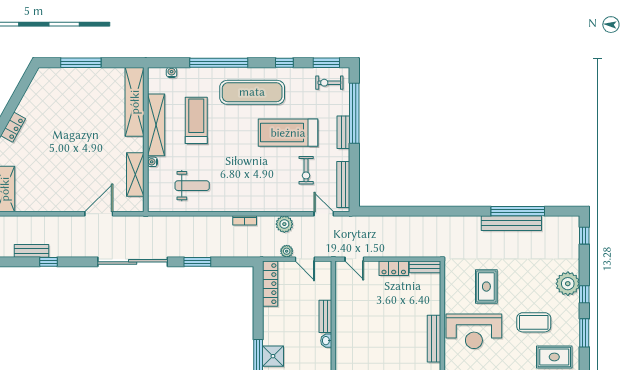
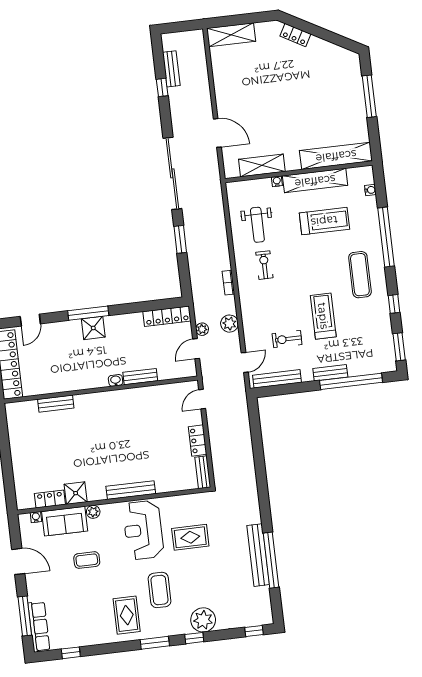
exercise bike: (329, 83) -> (264, 265), moved
exercise mat: (252, 92) -> (360, 275), width x0.73, depth x0.69
treadmill: (288, 133) -> (323, 316), width x0.73, depth x0.73

